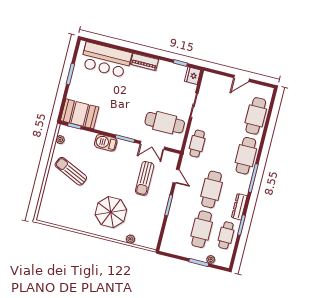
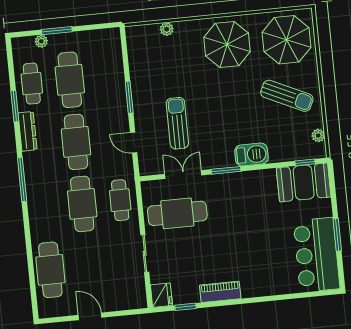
bar counter: (106, 60) -> (317, 255), moved, turned -90
piano: (144, 62) -> (220, 292), moved
door: (241, 78) -> (90, 316), hinge flipped
cafe table: (246, 156) -> (82, 204), moved
parasol: (59, 206) -> (287, 40), added
parasol: (111, 212) -> (227, 44), moved

